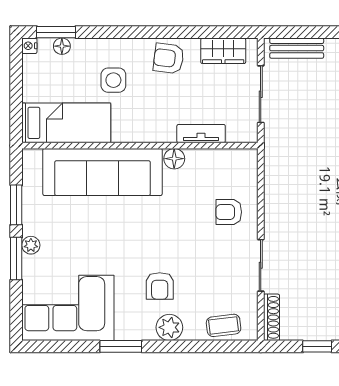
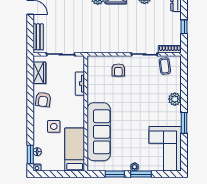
floor lamp: (174, 159) -> (92, 97), removed
armchair: (160, 286) -> (154, 104), removed
coffee table: (224, 325) -> (165, 66), moved

